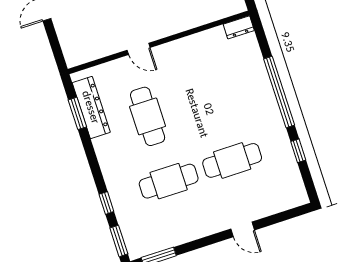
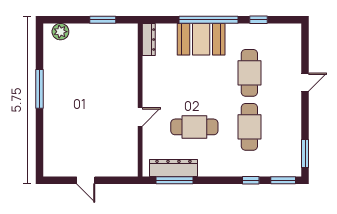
dresser: (239, 27) -> (149, 39), width x1.44
booth: (253, 91) -> (201, 39), added
window: (77, 113) -> (175, 180), width x1.44

